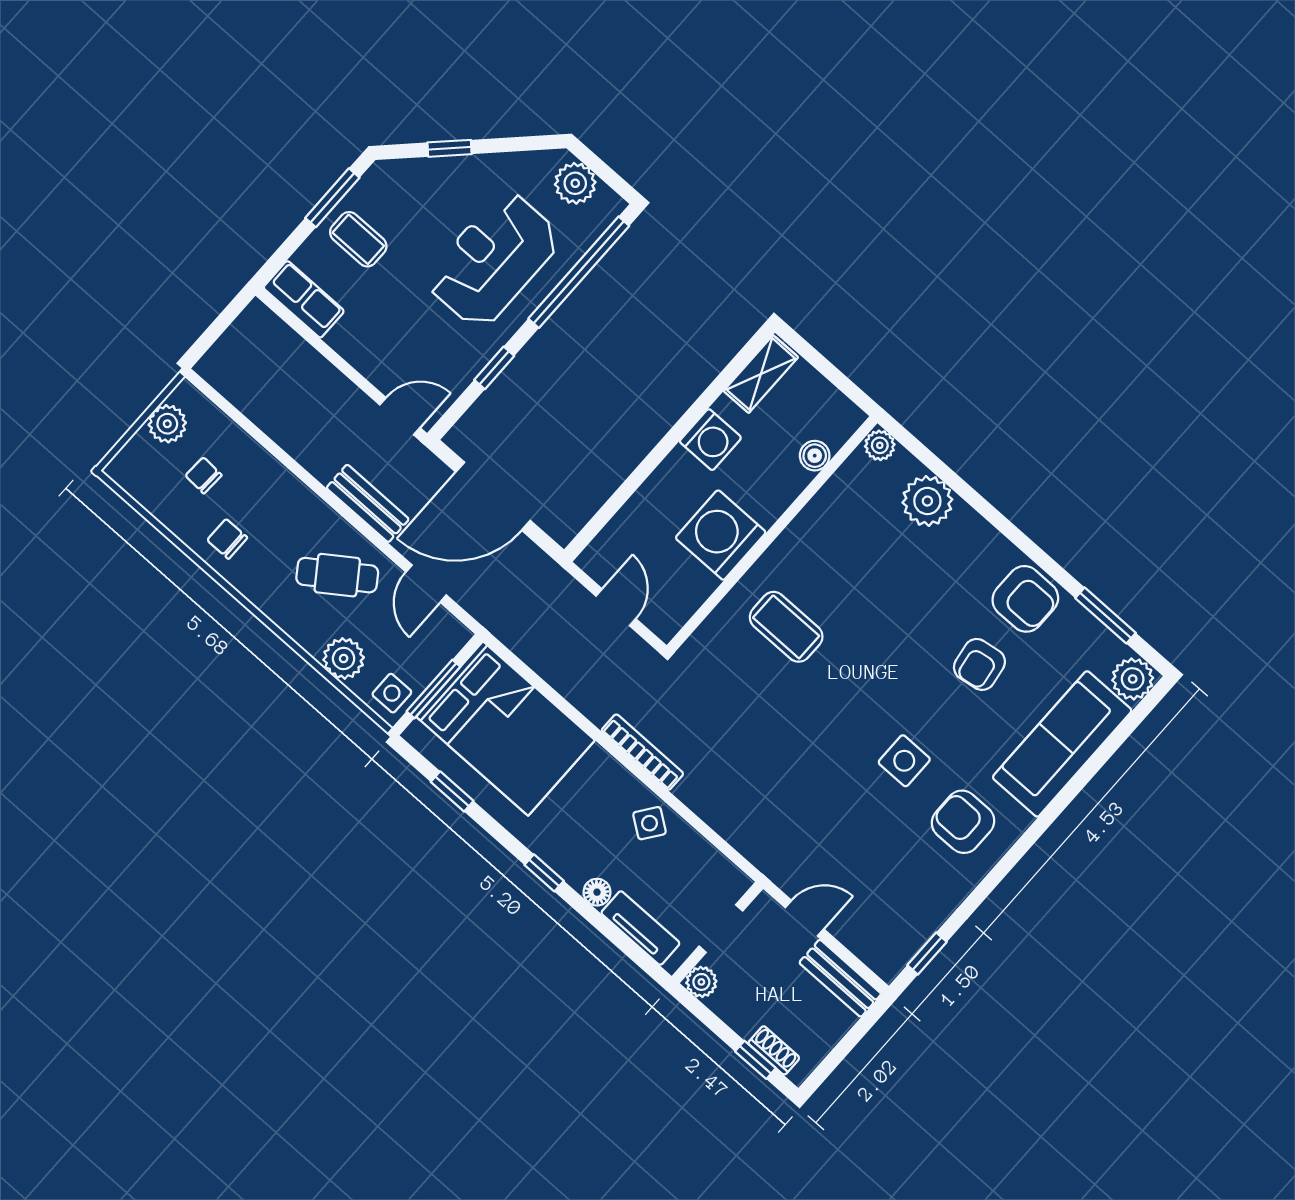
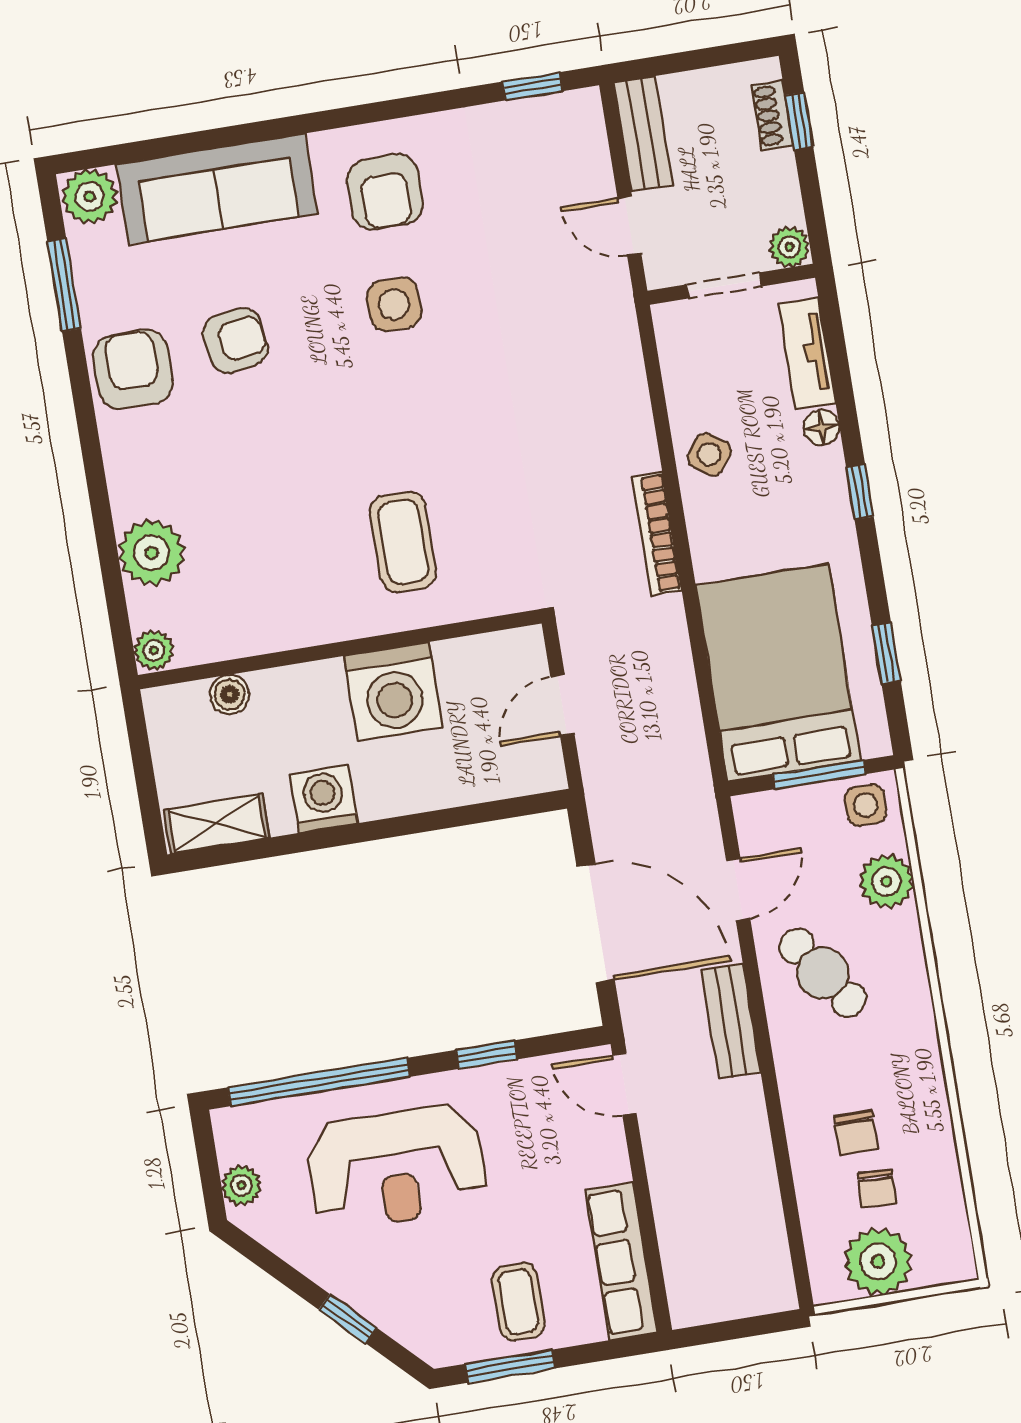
plant: (575, 183) -> (241, 1185), width x0.73, depth x0.73
row of seats: (304, 299) -> (621, 1261), width x1.48
plant: (167, 424) -> (878, 1262), width x1.36, depth x1.36
chair: (227, 539) -> (856, 1133), moved

